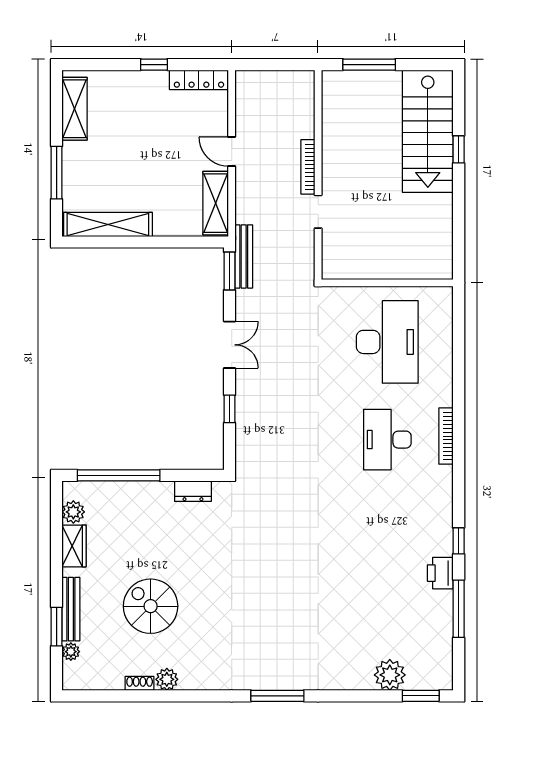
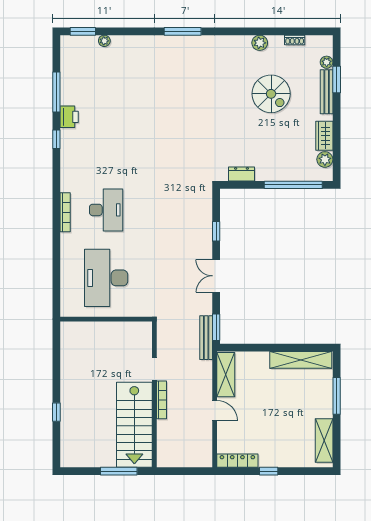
stairs: (428, 131) -> (134, 425), moved, turned 180
plant: (390, 675) -> (104, 41), width x0.53, depth x0.53
shoe rack: (140, 683) -> (295, 40), moved

